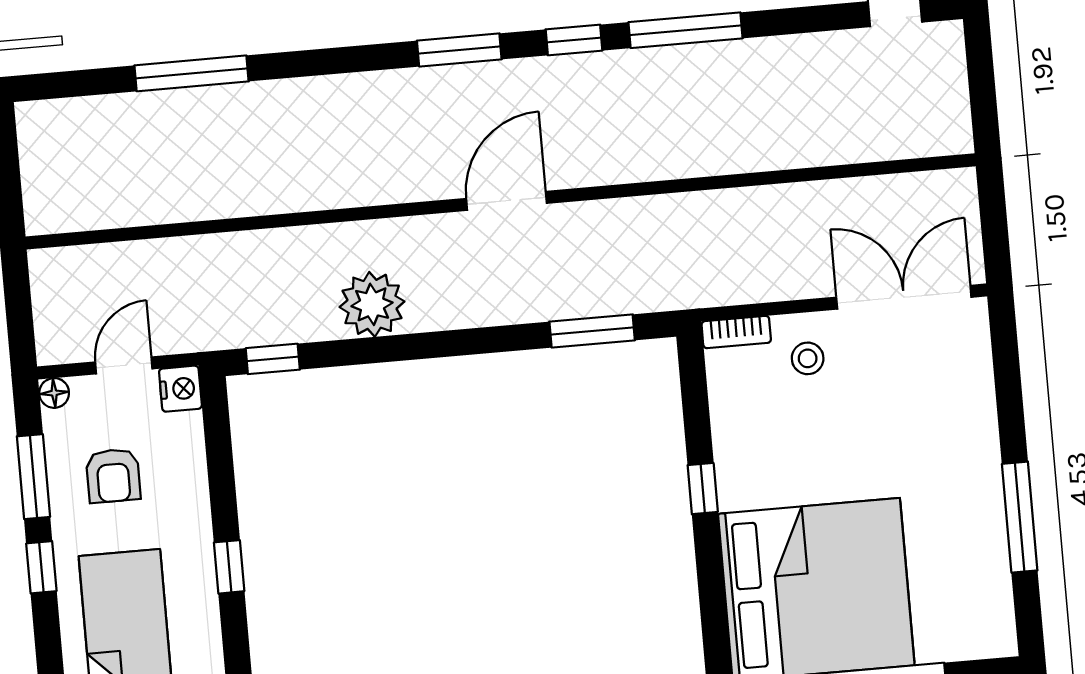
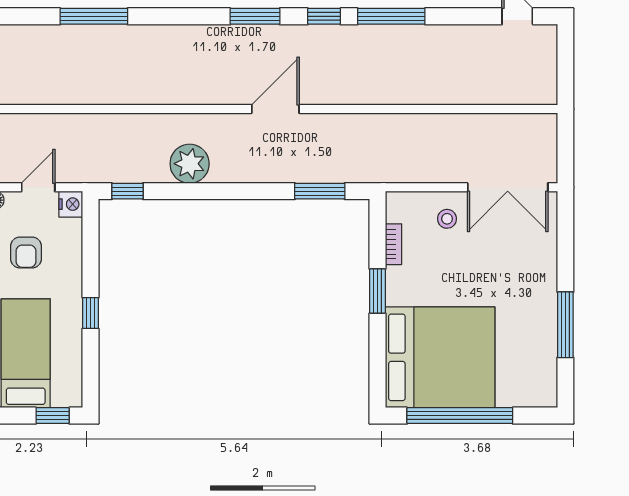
double door: (904, 297) -> (508, 187), swing flipped
bookcase: (736, 332) -> (394, 244), moved, turned -90
window: (703, 489) -> (378, 291), width x1.50

